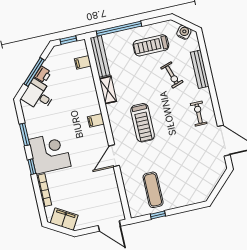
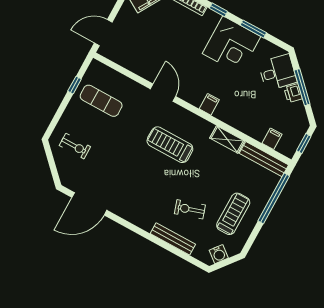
exercise bike: (199, 114) -> (75, 146), moved
corner desk: (50, 153) -> (231, 45), moved

